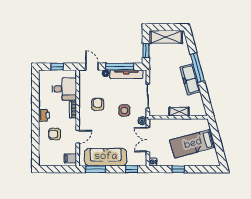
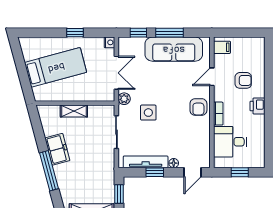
door: (92, 67) -> (192, 172), hinge flipped
window: (120, 67) -> (155, 172), width x0.46
freezer: (190, 79) -> (57, 149), width x0.71
armchair: (98, 104) -> (198, 107), moved
window: (95, 169) -> (169, 33), moved

